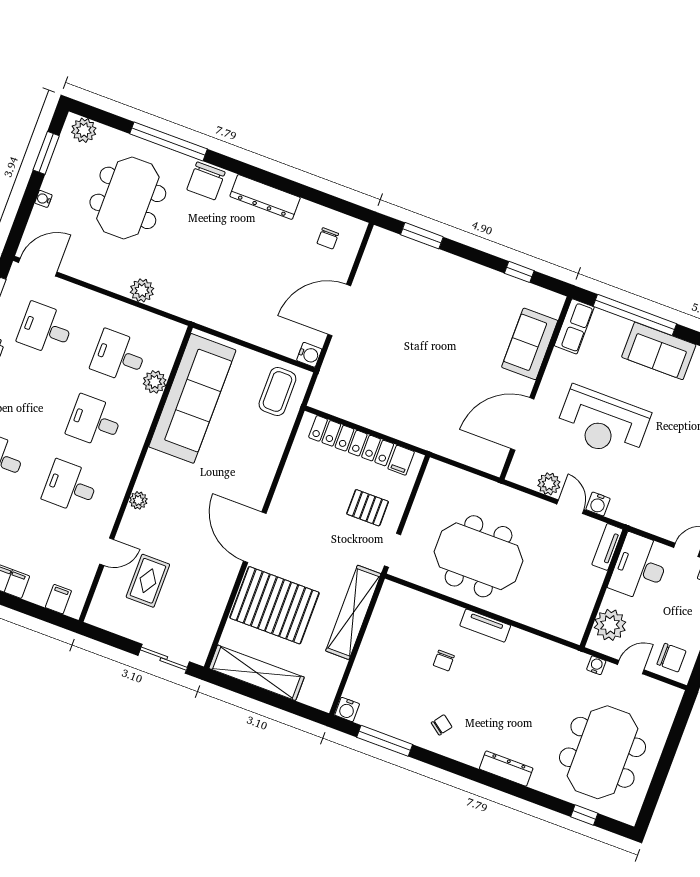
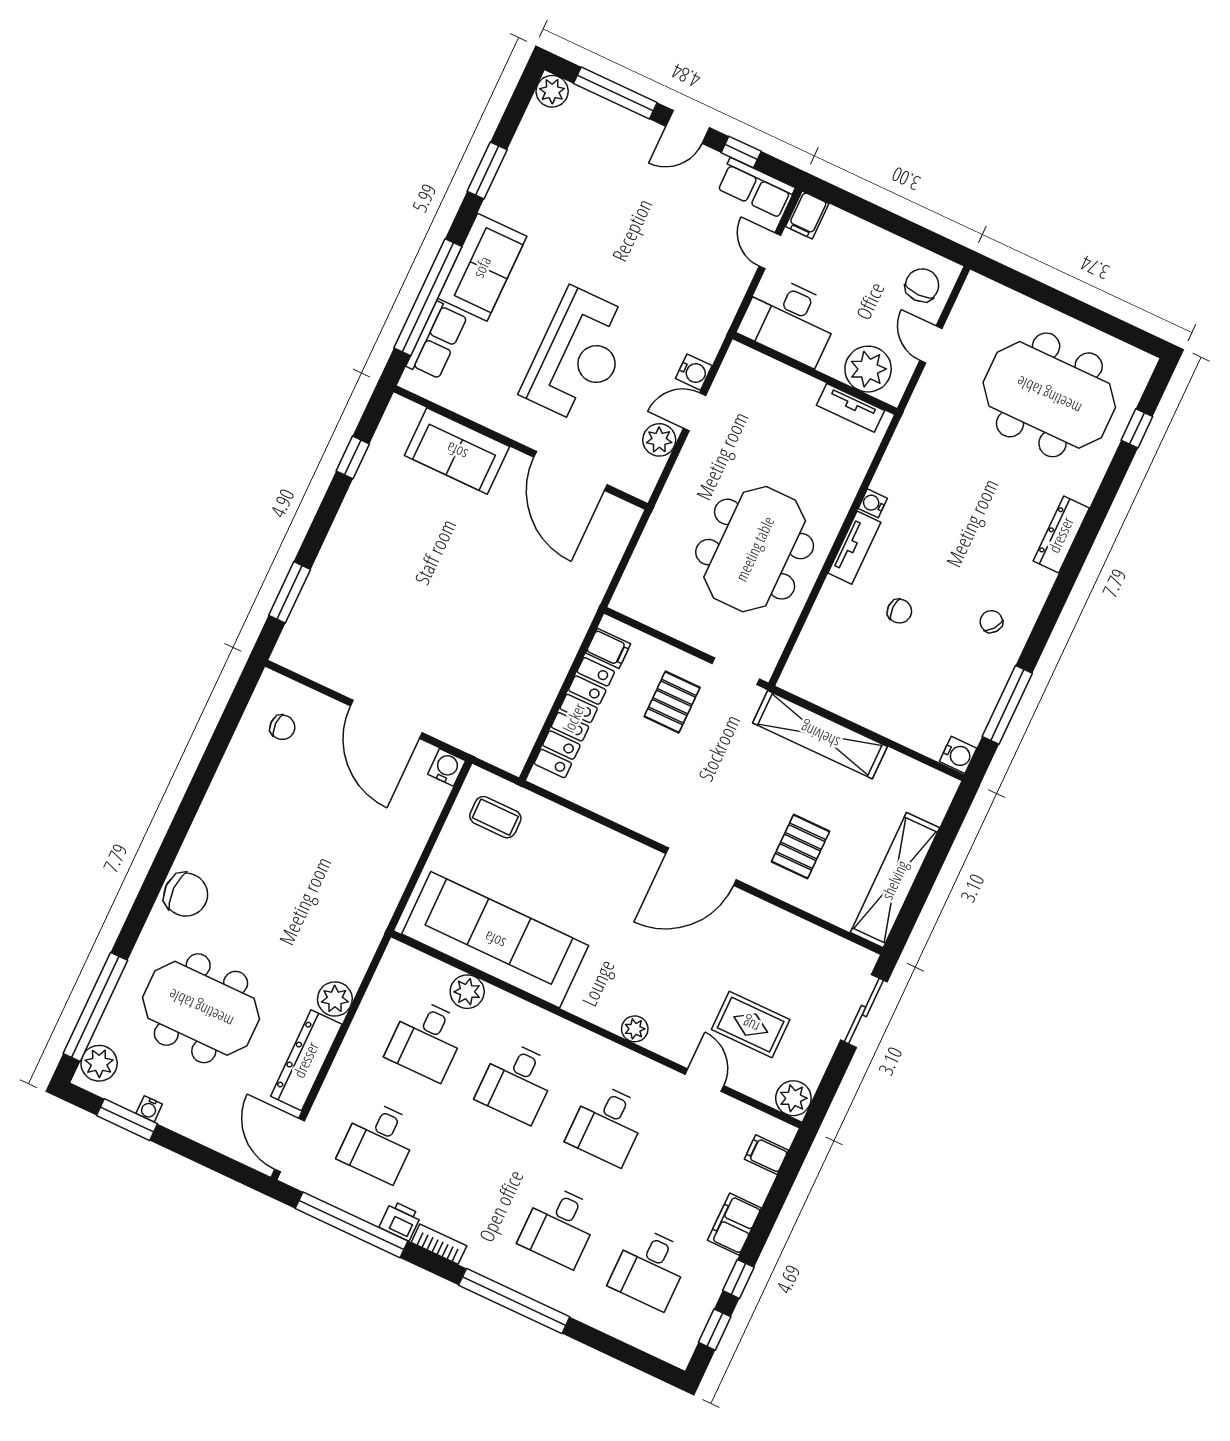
window: (168, 141) -> (95, 1007), moved
dresser: (265, 197) -> (306, 1060), moved, turned 180
water cooler: (43, 199) -> (149, 1109), moved
row of seats: (574, 326) -> (437, 341), moved, turned 90
coffee table: (277, 392) -> (495, 817), width x0.73, depth x0.77
tv unit: (607, 547) -> (851, 408), moved
pallet: (274, 605) -> (801, 847), width x0.49, depth x0.50
plant: (99, 615) -> (793, 1098), added
water cooler: (596, 665) -> (873, 503), moved

